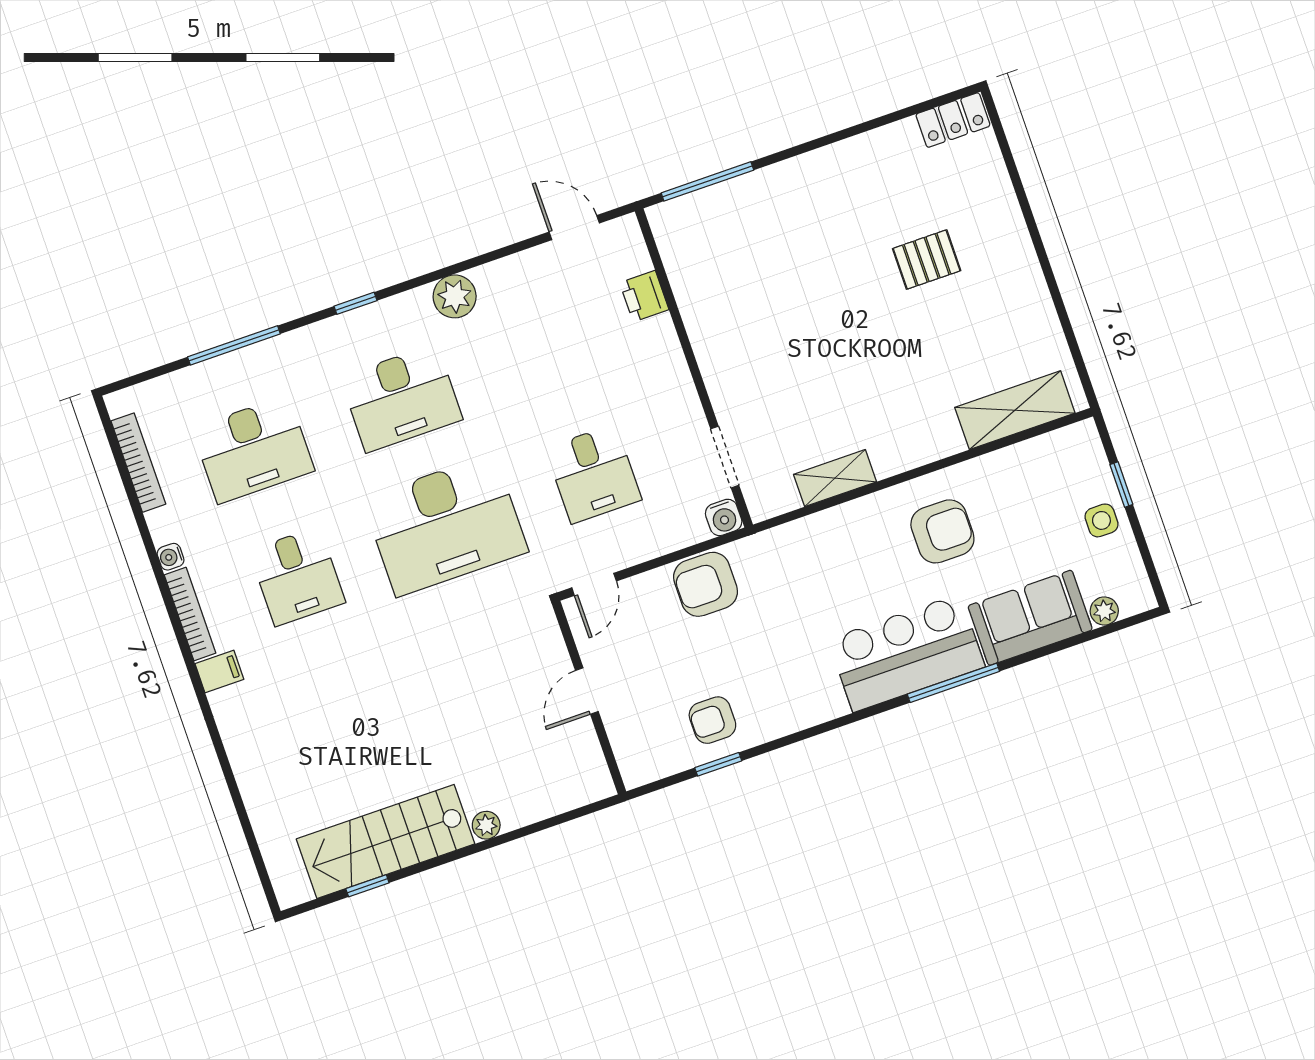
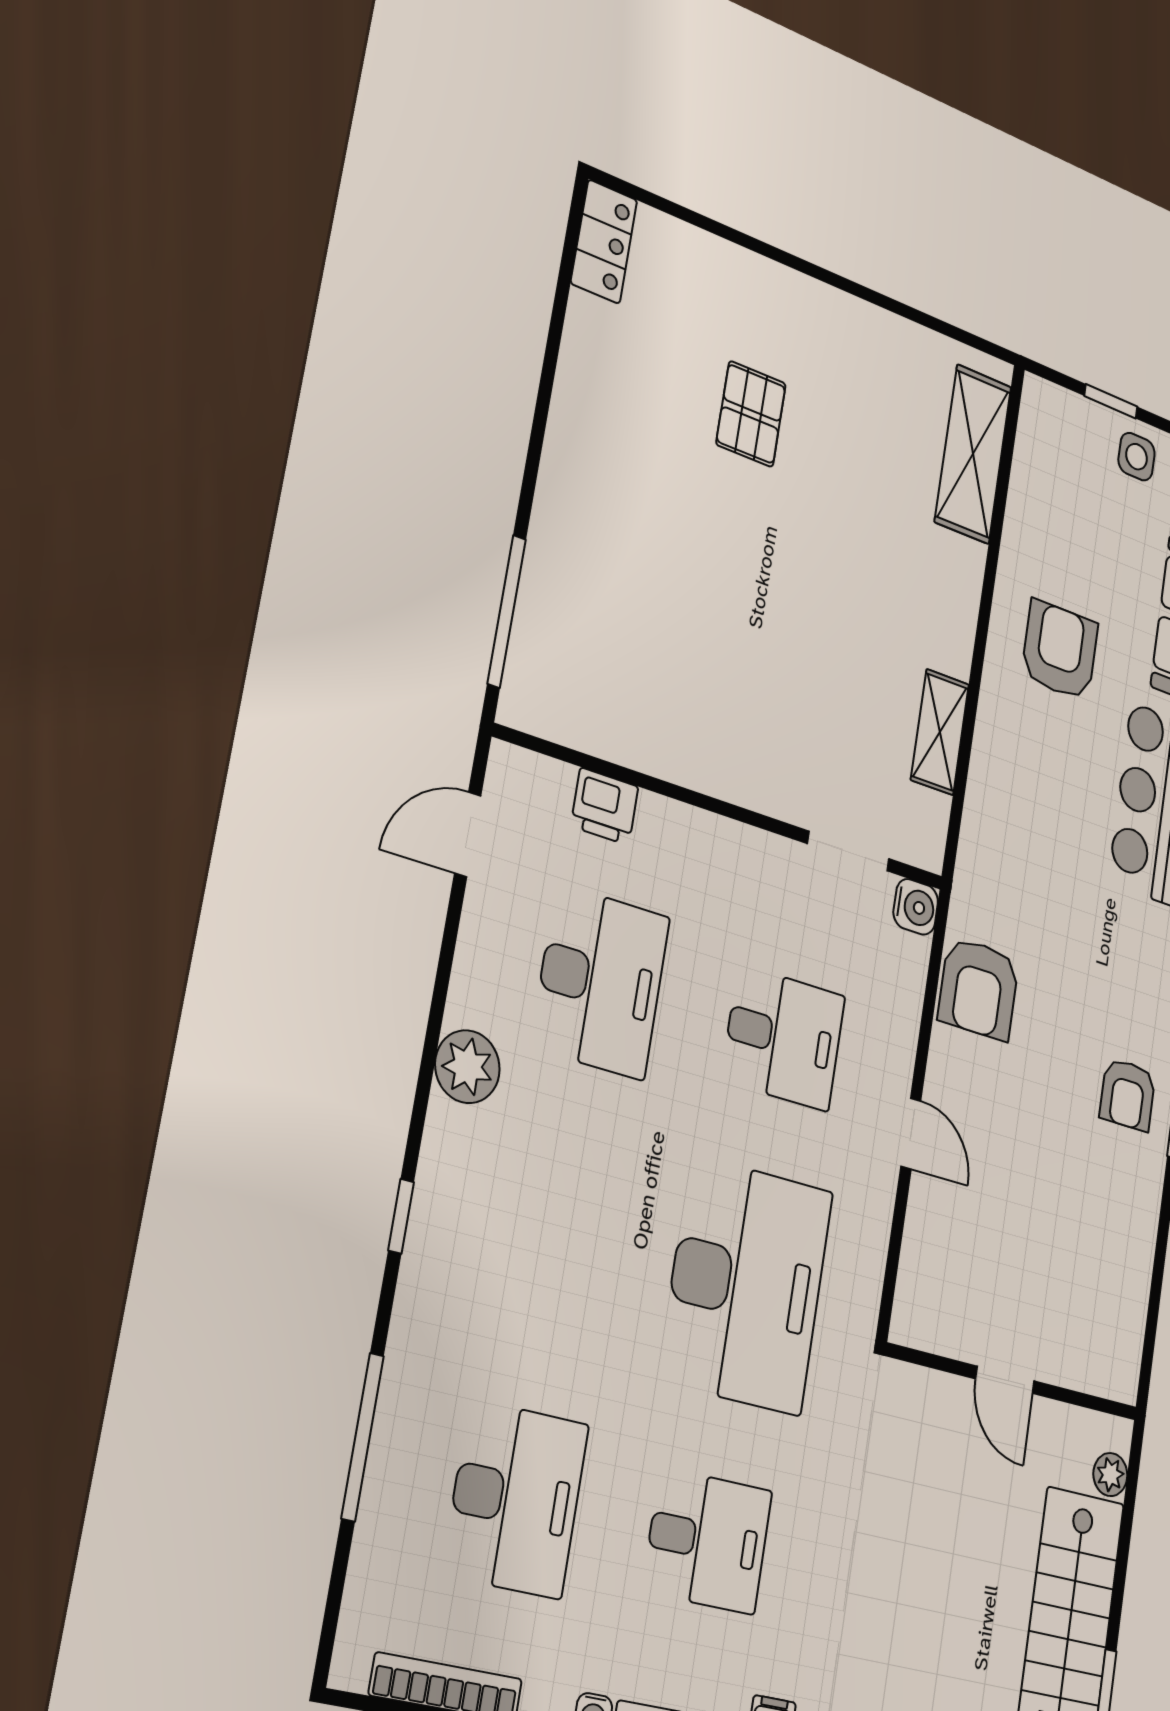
desk: (401, 398) -> (601, 982), moved
door: (587, 691) -> (1005, 1380), moved
wall: (589, 698) -> (1013, 1382), moved

